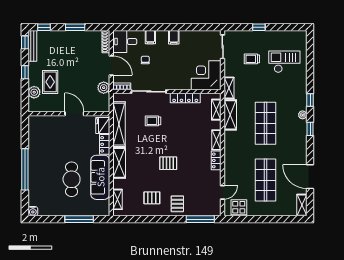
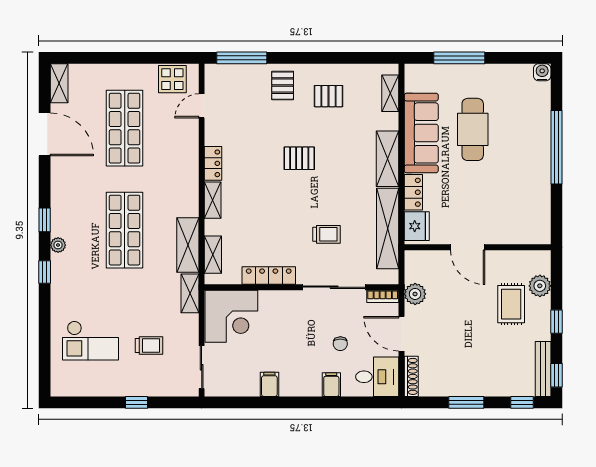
filing cabinet: (174, 37) -> (269, 384), moved

